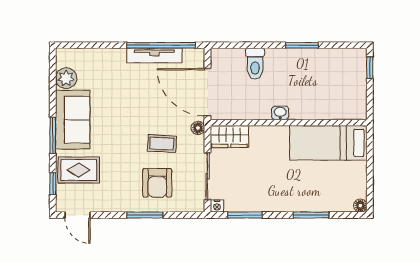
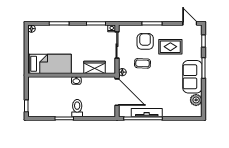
toilet: (255, 64) -> (77, 108), moved
wardrobe: (229, 137) -> (95, 67), moved
rug: (79, 170) -> (170, 47), moved

